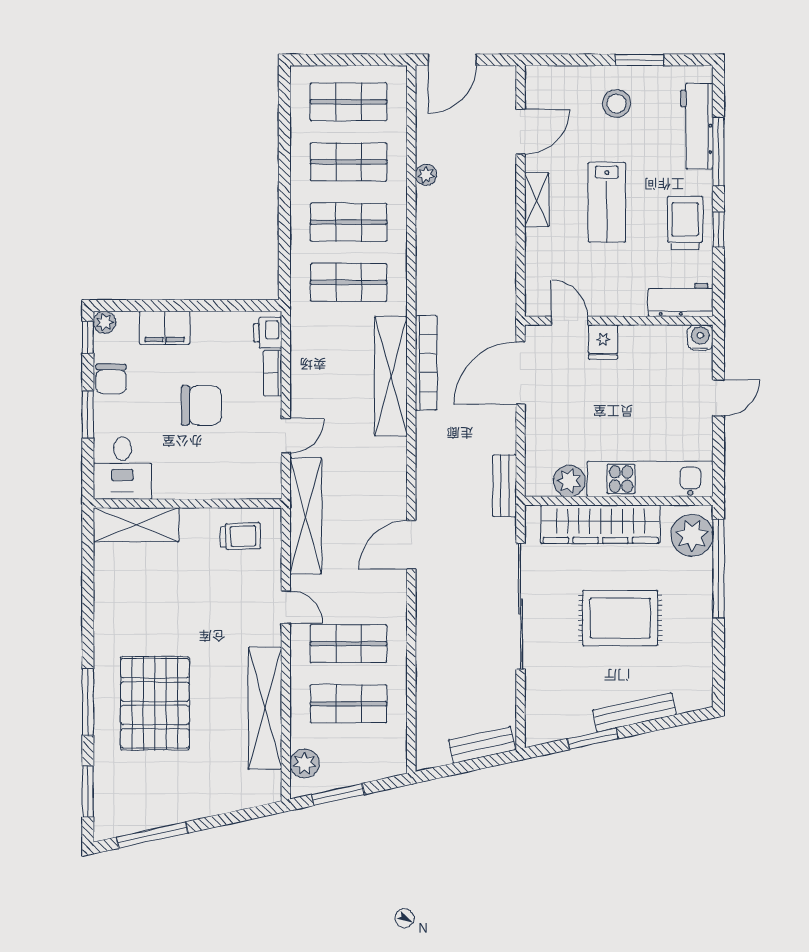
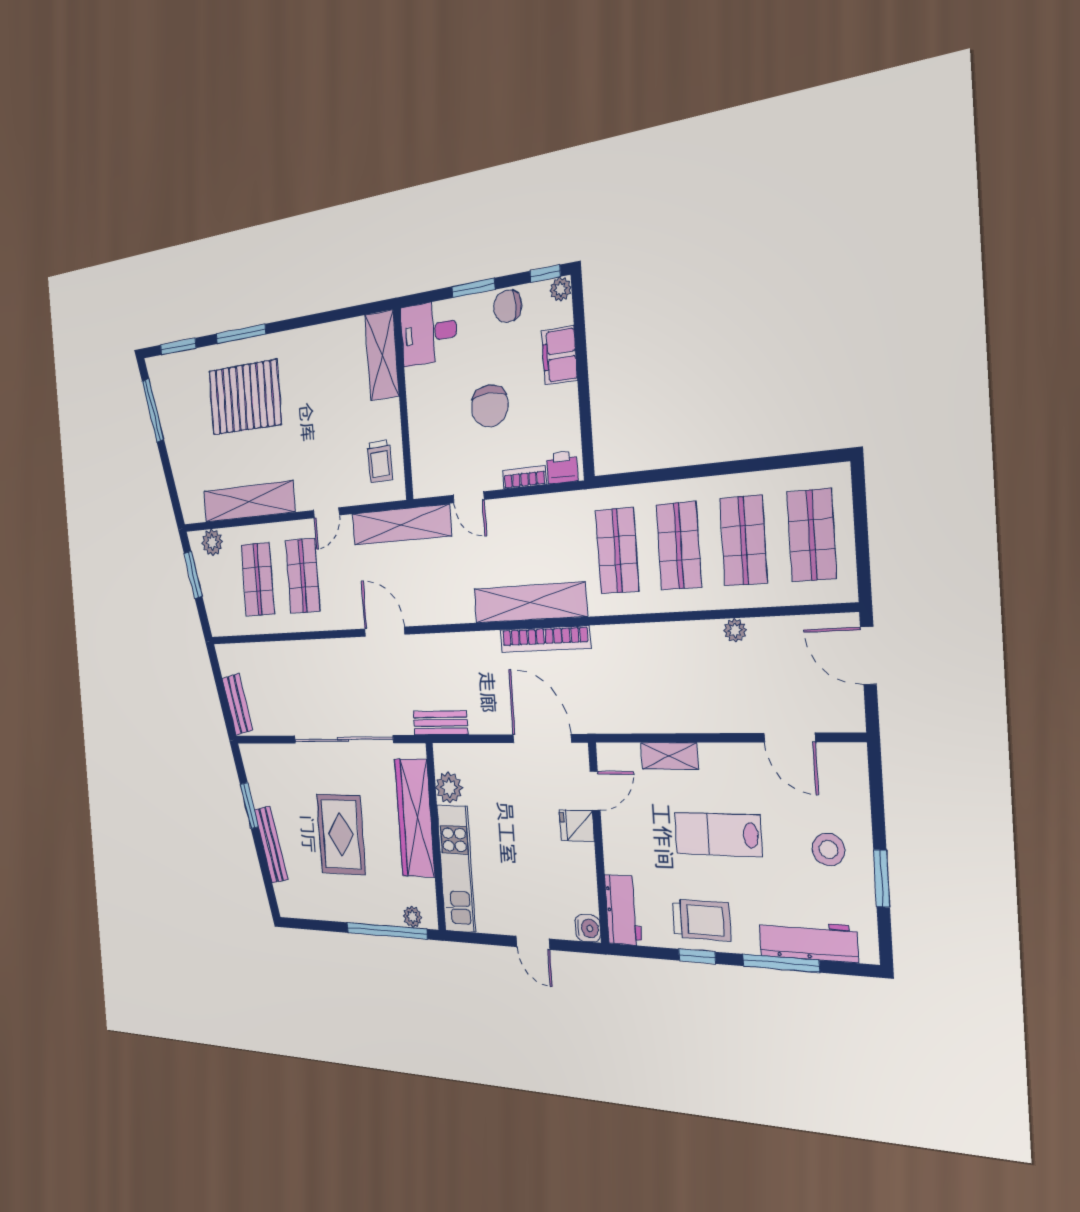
shelving: (537, 200) -> (669, 756), moved
plant: (692, 535) -> (412, 917), width x0.53, depth x0.53

